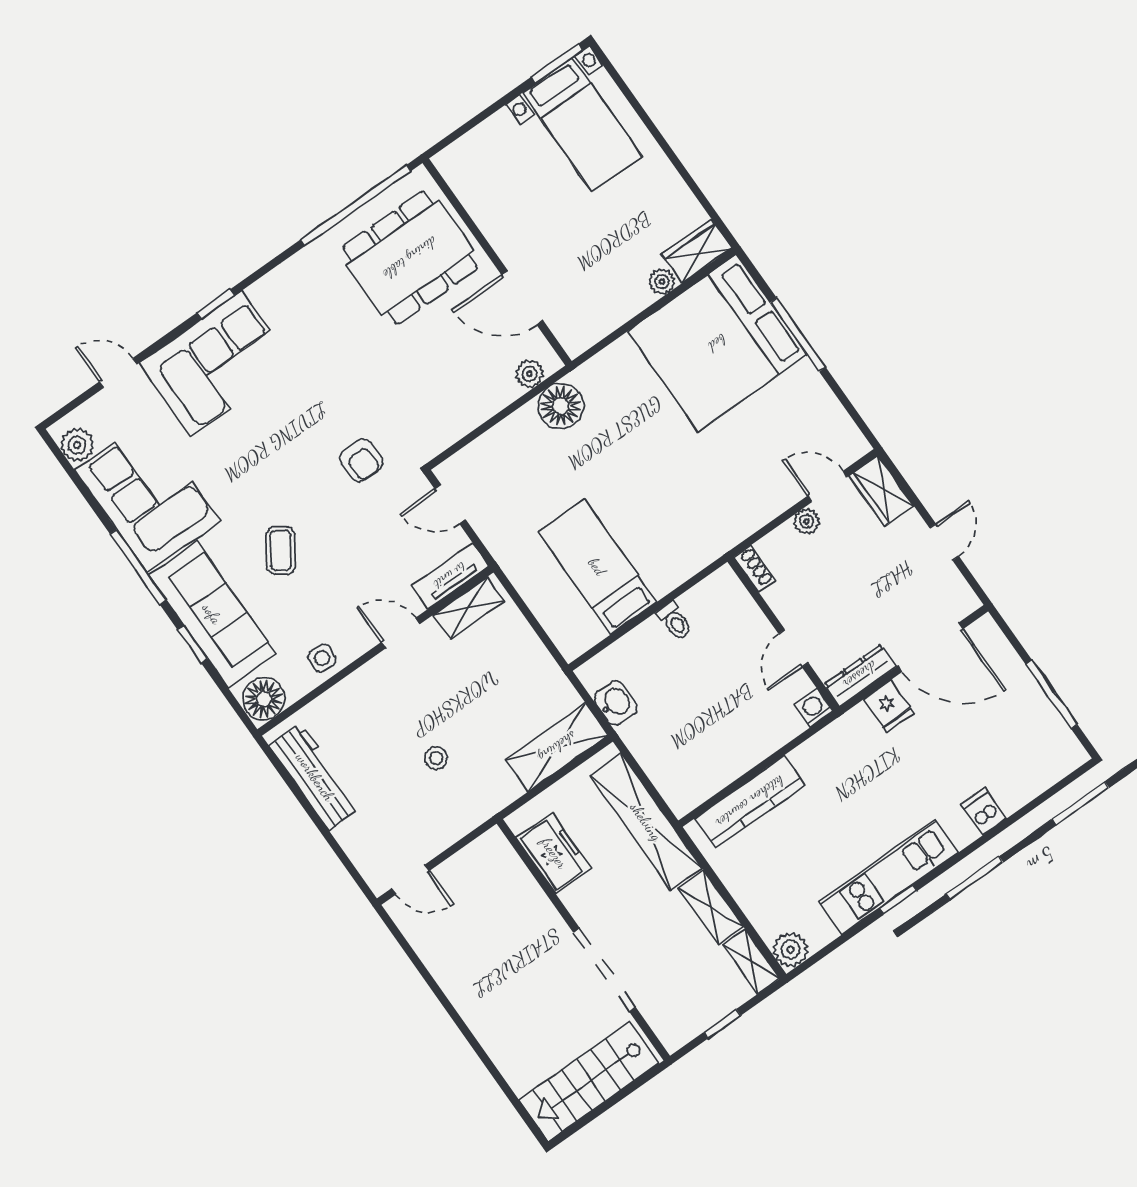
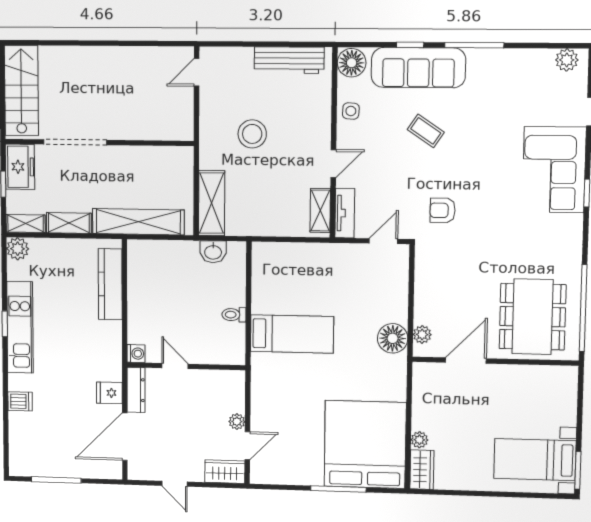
corner sofa: (147, 496) -> (510, 79), removed
bed: (597, 567) -> (292, 334), moved
shoe rack: (754, 569) -> (232, 377), removed
stool: (436, 758) -> (252, 134), width x1.89, depth x1.89
freezer: (554, 853) -> (20, 167), moved, turned -90

